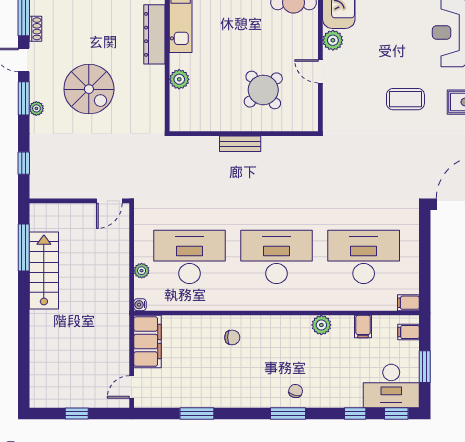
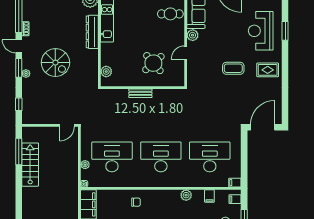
door: (320, 71) -> (186, 53), hinge flipped
plant: (179, 79) -> (106, 71), moved

